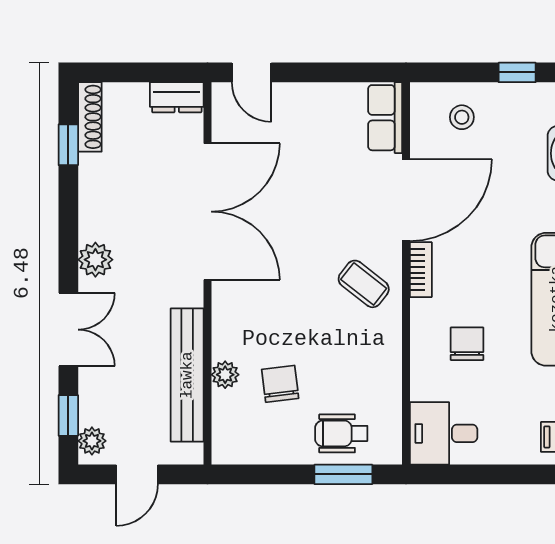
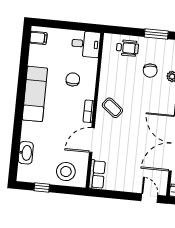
stool: (462, 117) -> (66, 172), width x1.89, depth x1.89
door: (406, 200) -> (92, 140), width x0.73
chair: (467, 344) -> (73, 79), turned 180
window: (343, 474) -> (156, 34), moved

